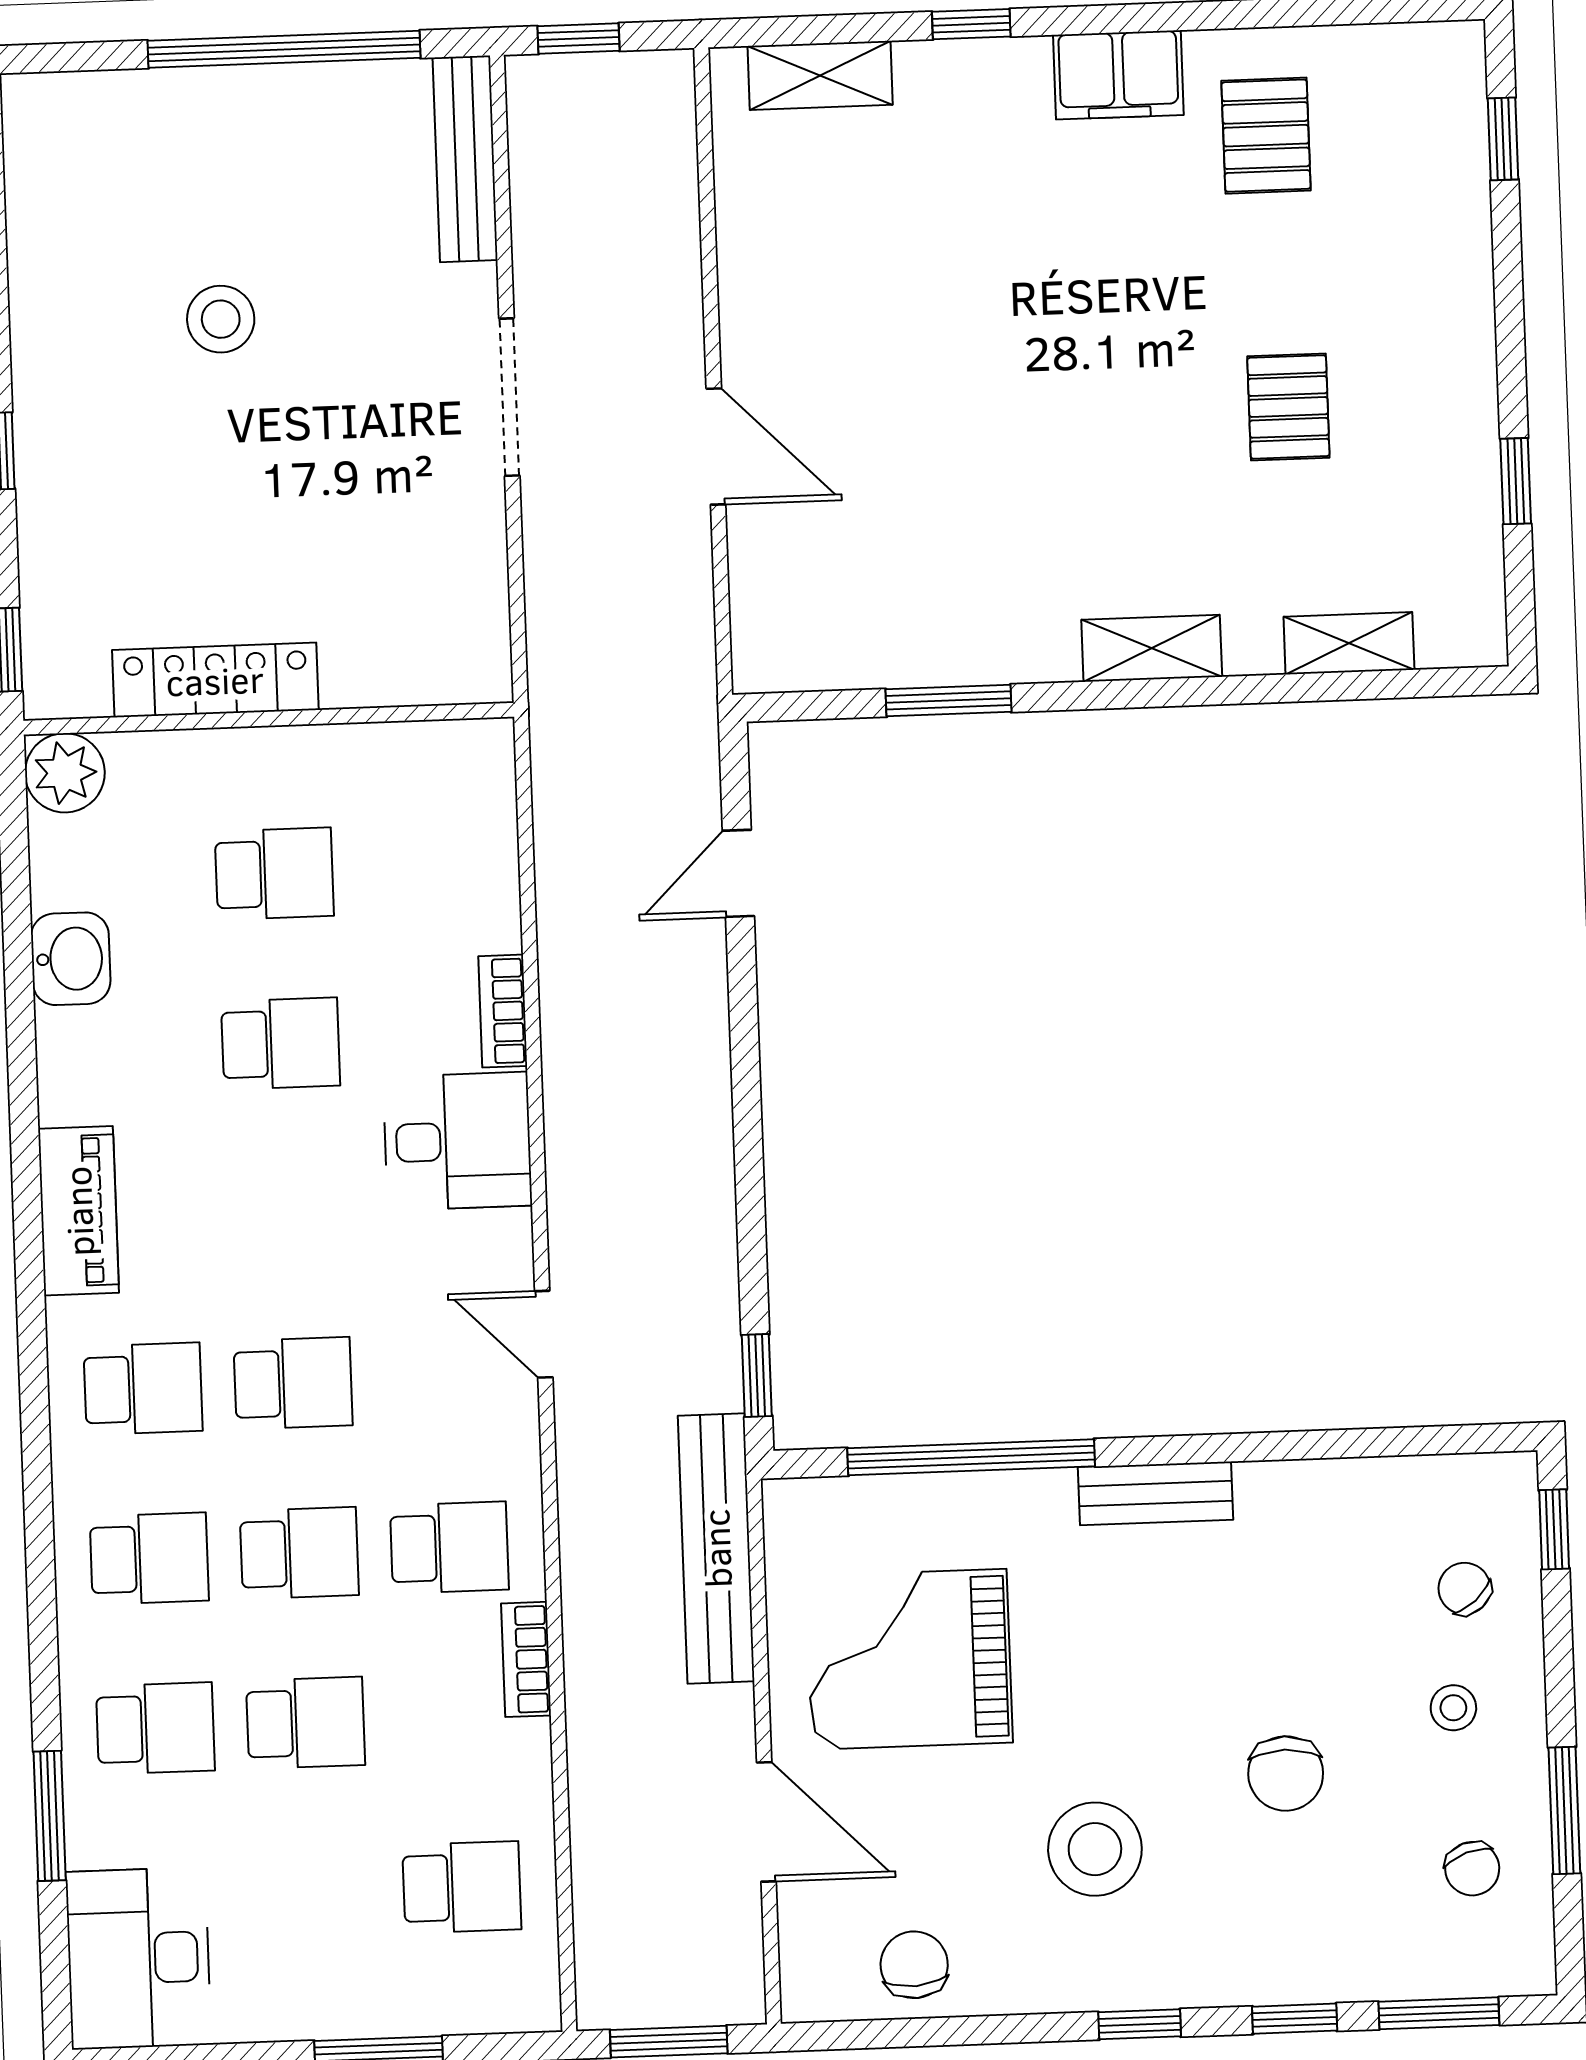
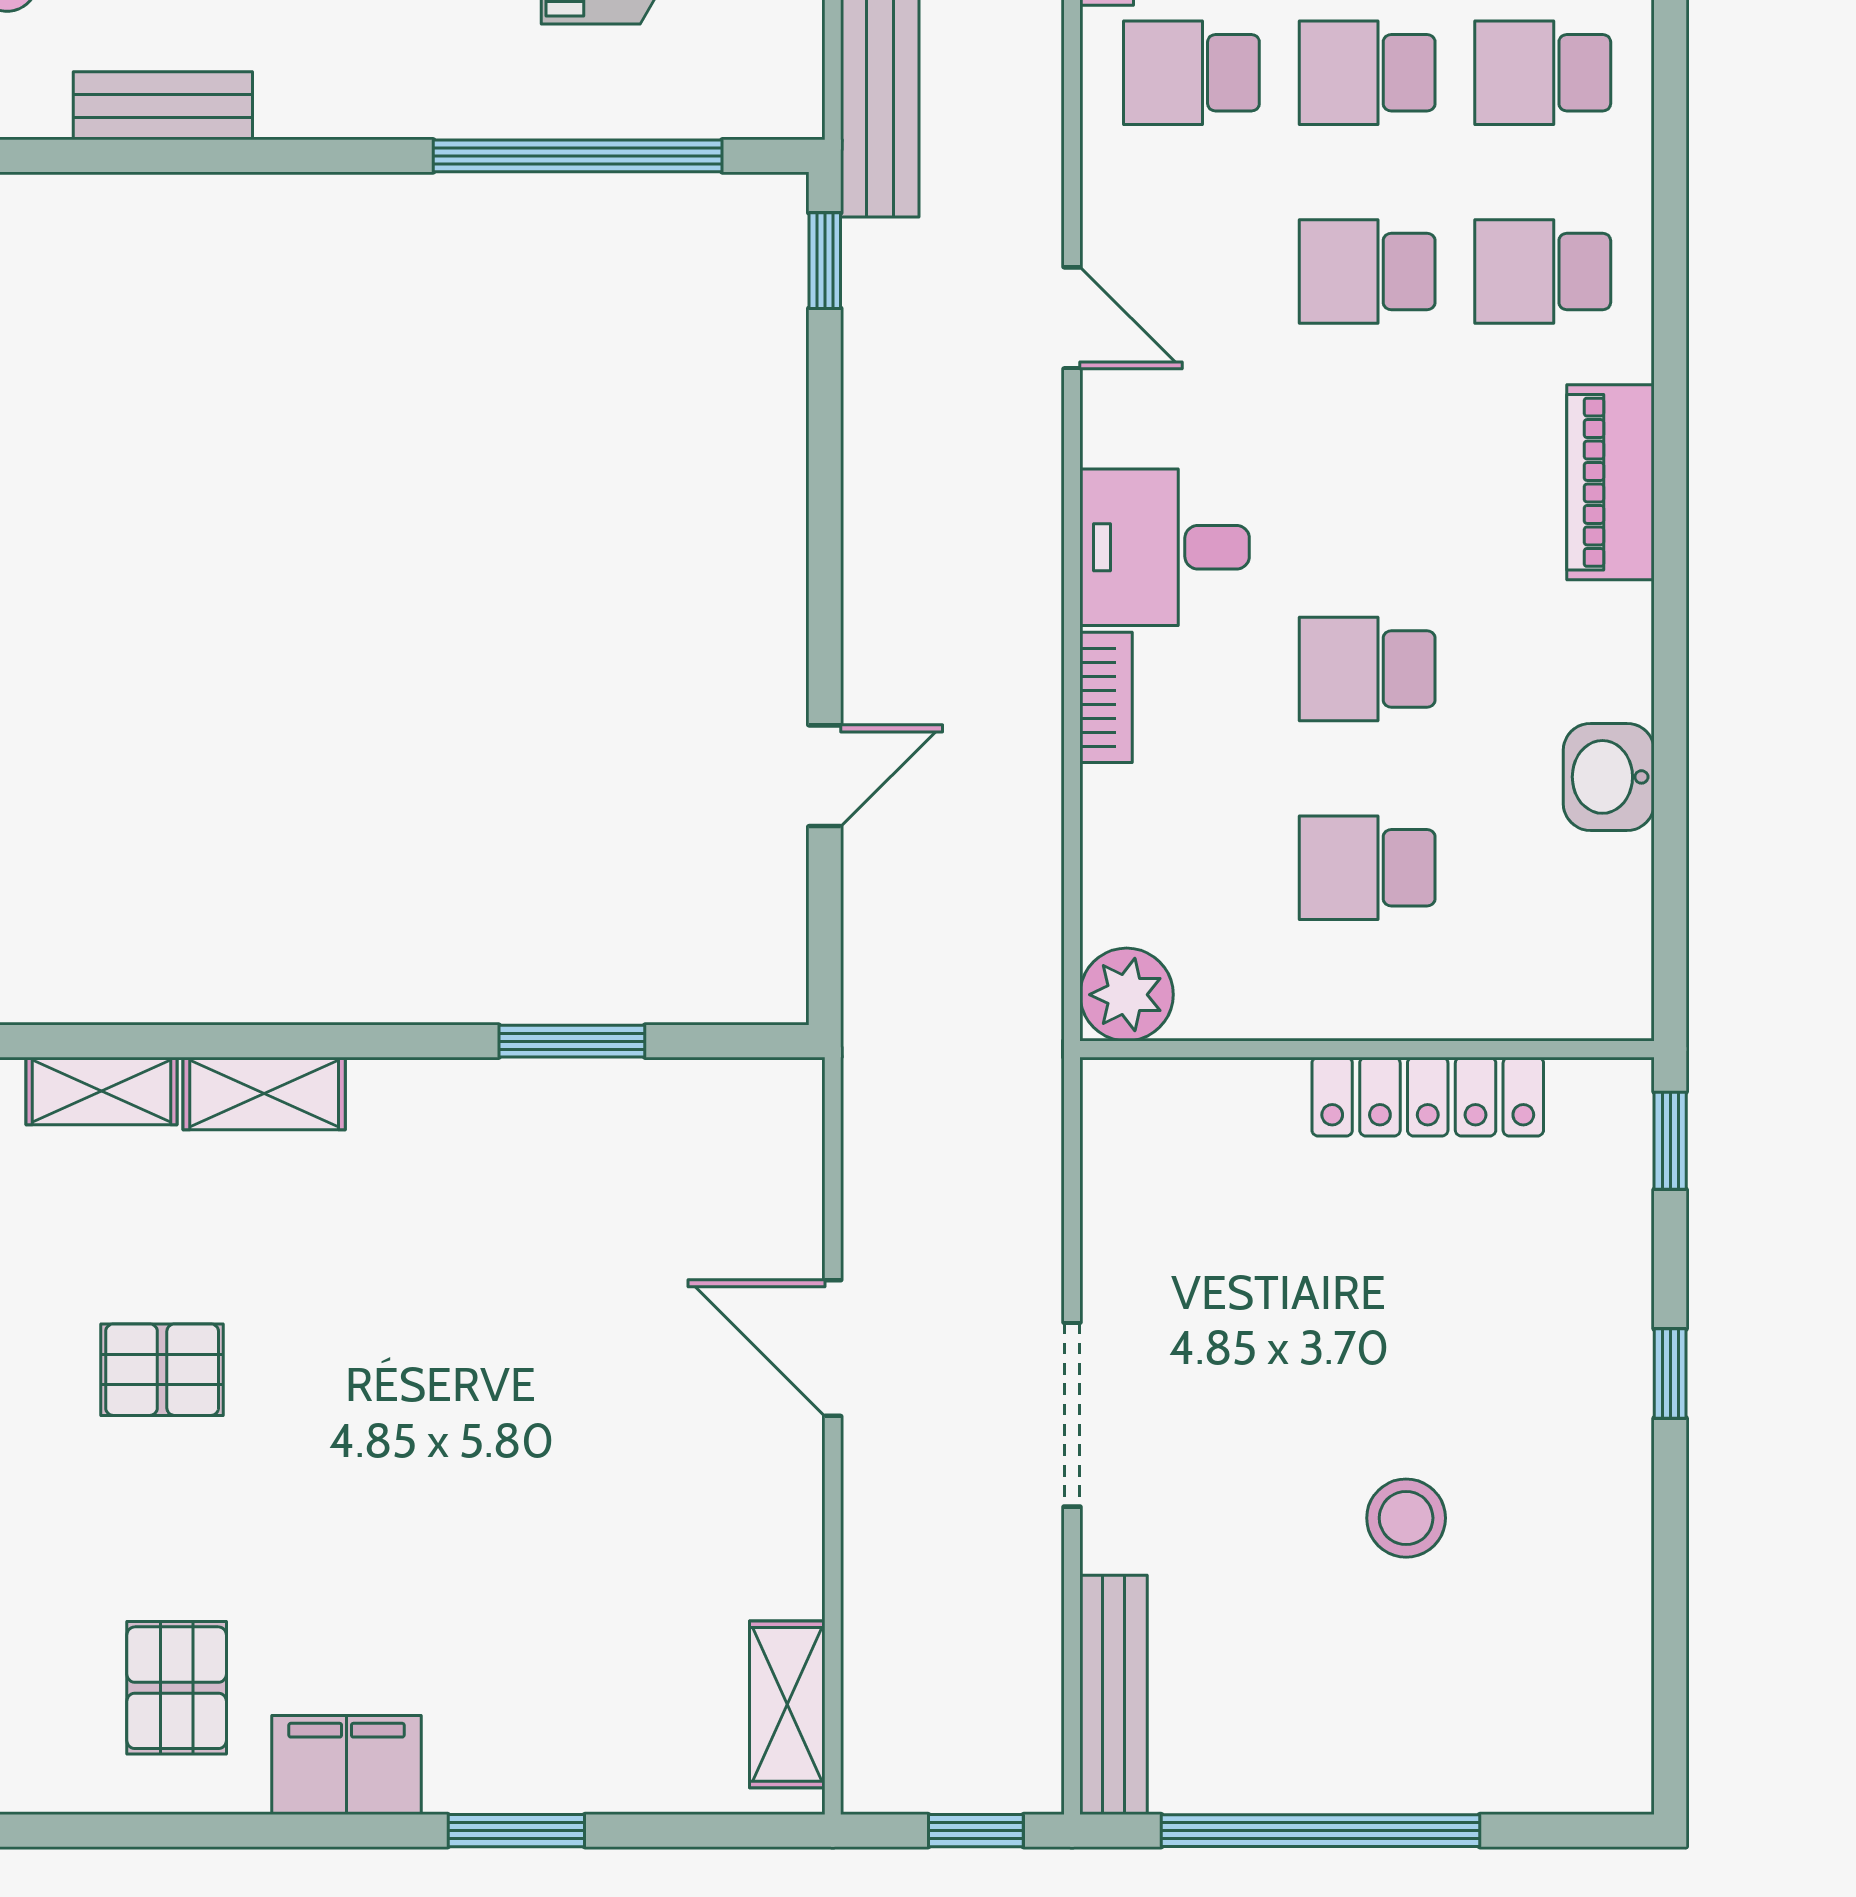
window: (971, 24) -> (516, 1831), width x1.50
shelving: (820, 75) -> (787, 1704), moved, turned 90
pallet: (1288, 407) -> (162, 1370), turned 90
shelving: (1152, 648) -> (264, 1093), moved
plant: (65, 773) -> (1127, 995), moved
door: (738, 873) -> (825, 776), moved
bench: (1156, 1493) -> (163, 106), moved

